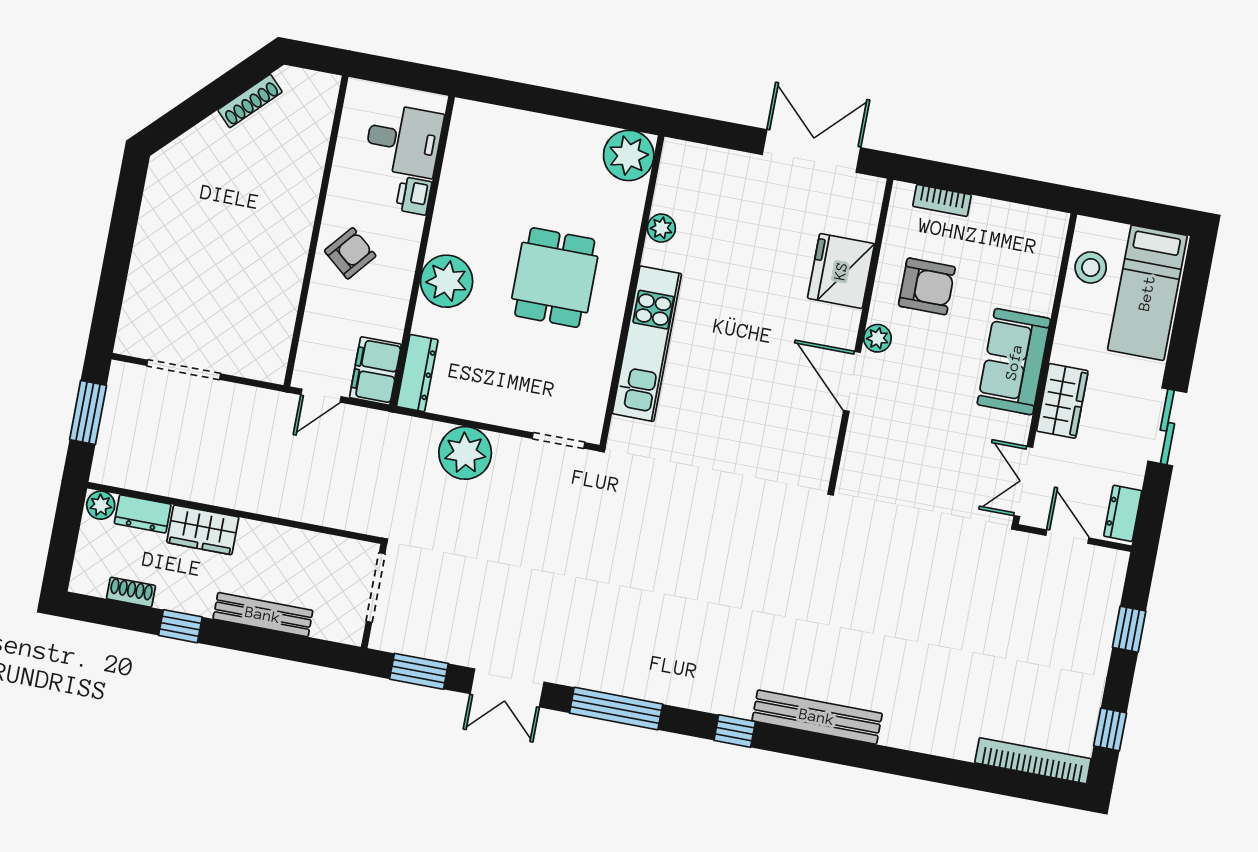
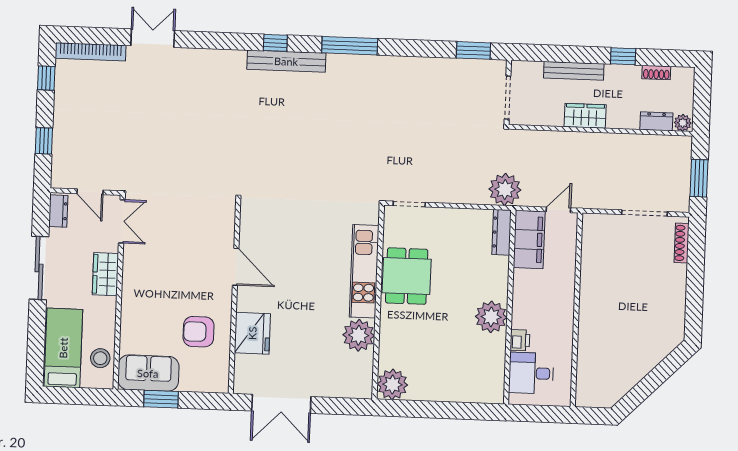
shoe rack: (250, 101) -> (682, 243), moved, turned -45
window: (1003, 187) -> (161, 399), added
bookcase: (942, 200) -> (197, 386), removed
plant: (661, 228) -> (359, 335), width x1.88, depth x1.88
armchair: (350, 253) -> (553, 299), removed
dining table: (555, 278) -> (407, 276), moved
plant: (447, 281) -> (491, 317), moved
plant: (877, 338) -> (224, 296), removed
sofa: (1014, 362) -> (148, 373), moved, turned -90
filing cabinet: (375, 371) -> (529, 239), width x1.50, depth x1.17
sliding door: (1167, 427) -> (39, 268), width x1.37
plant: (465, 453) -> (505, 189), moved
wardrobe: (203, 530) -> (585, 116), moved
double door: (507, 688) -> (153, 38), moved
bench: (817, 717) -> (286, 61), moved

